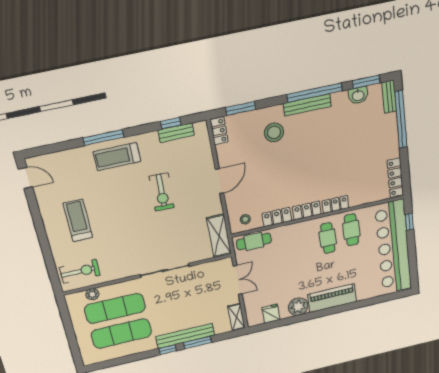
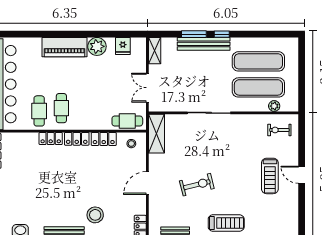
door: (25, 178) -> (302, 175), moved
exercise bike: (162, 192) -> (197, 185), turned 74
exercise bike: (80, 271) -> (279, 130), width x0.73, depth x0.72

